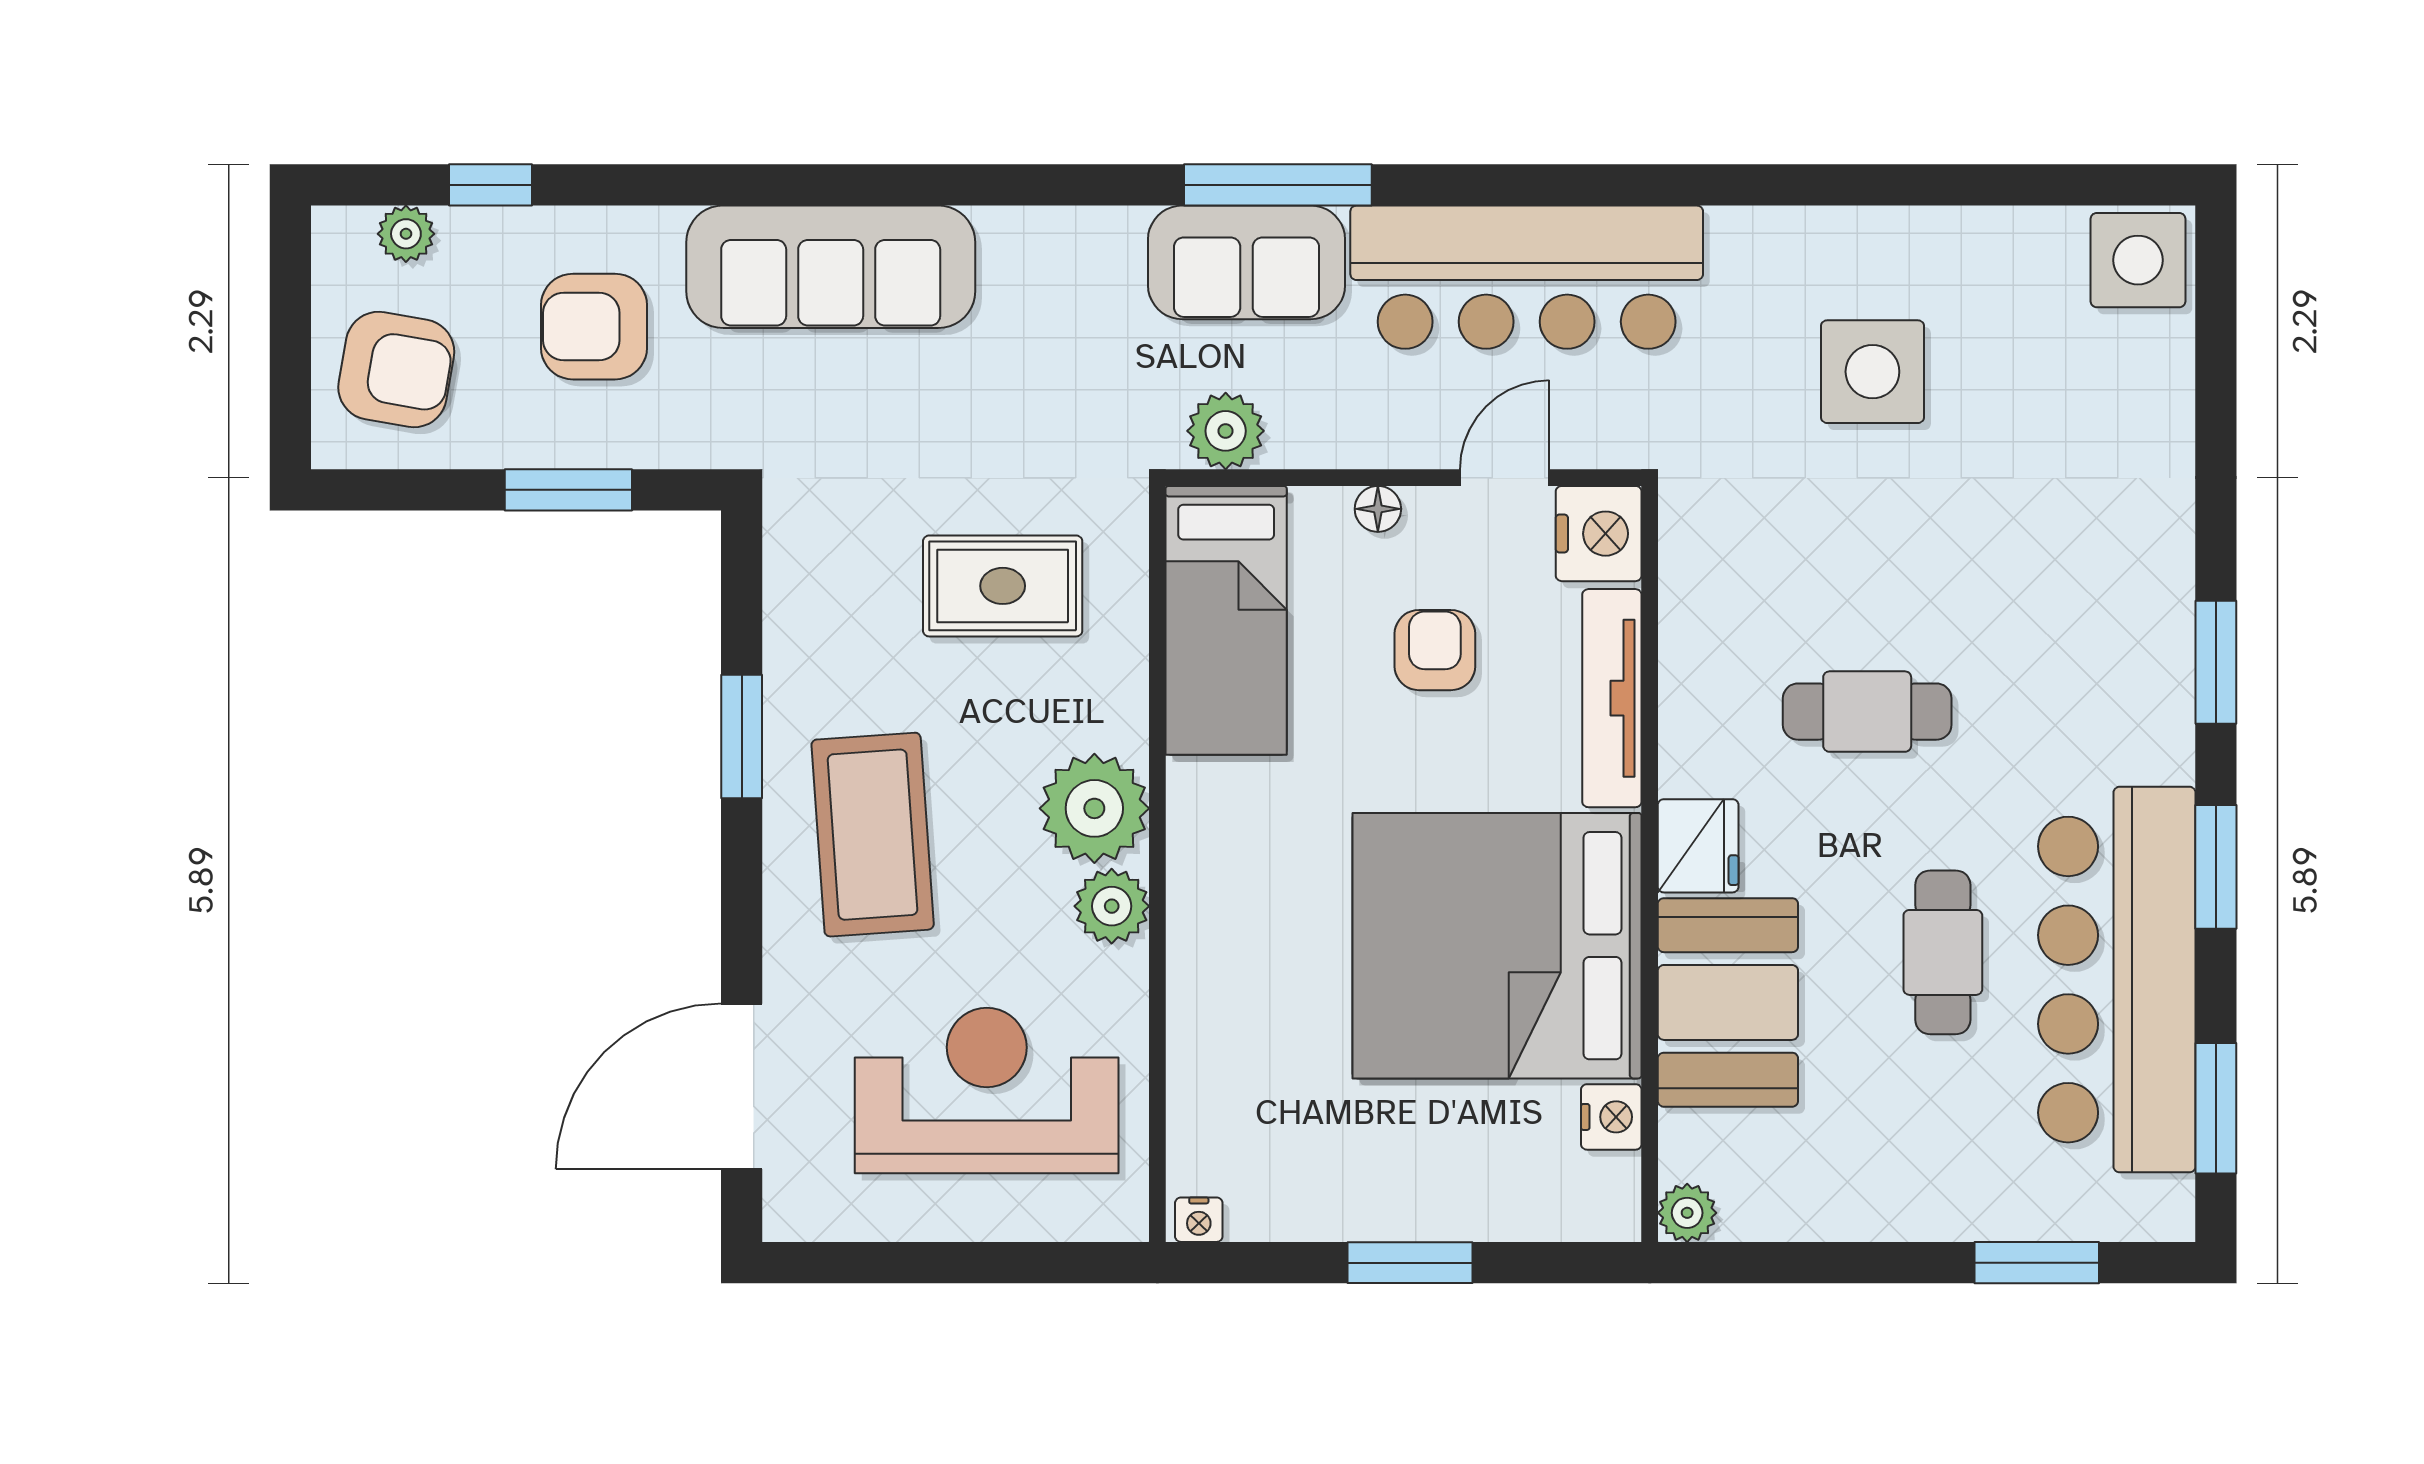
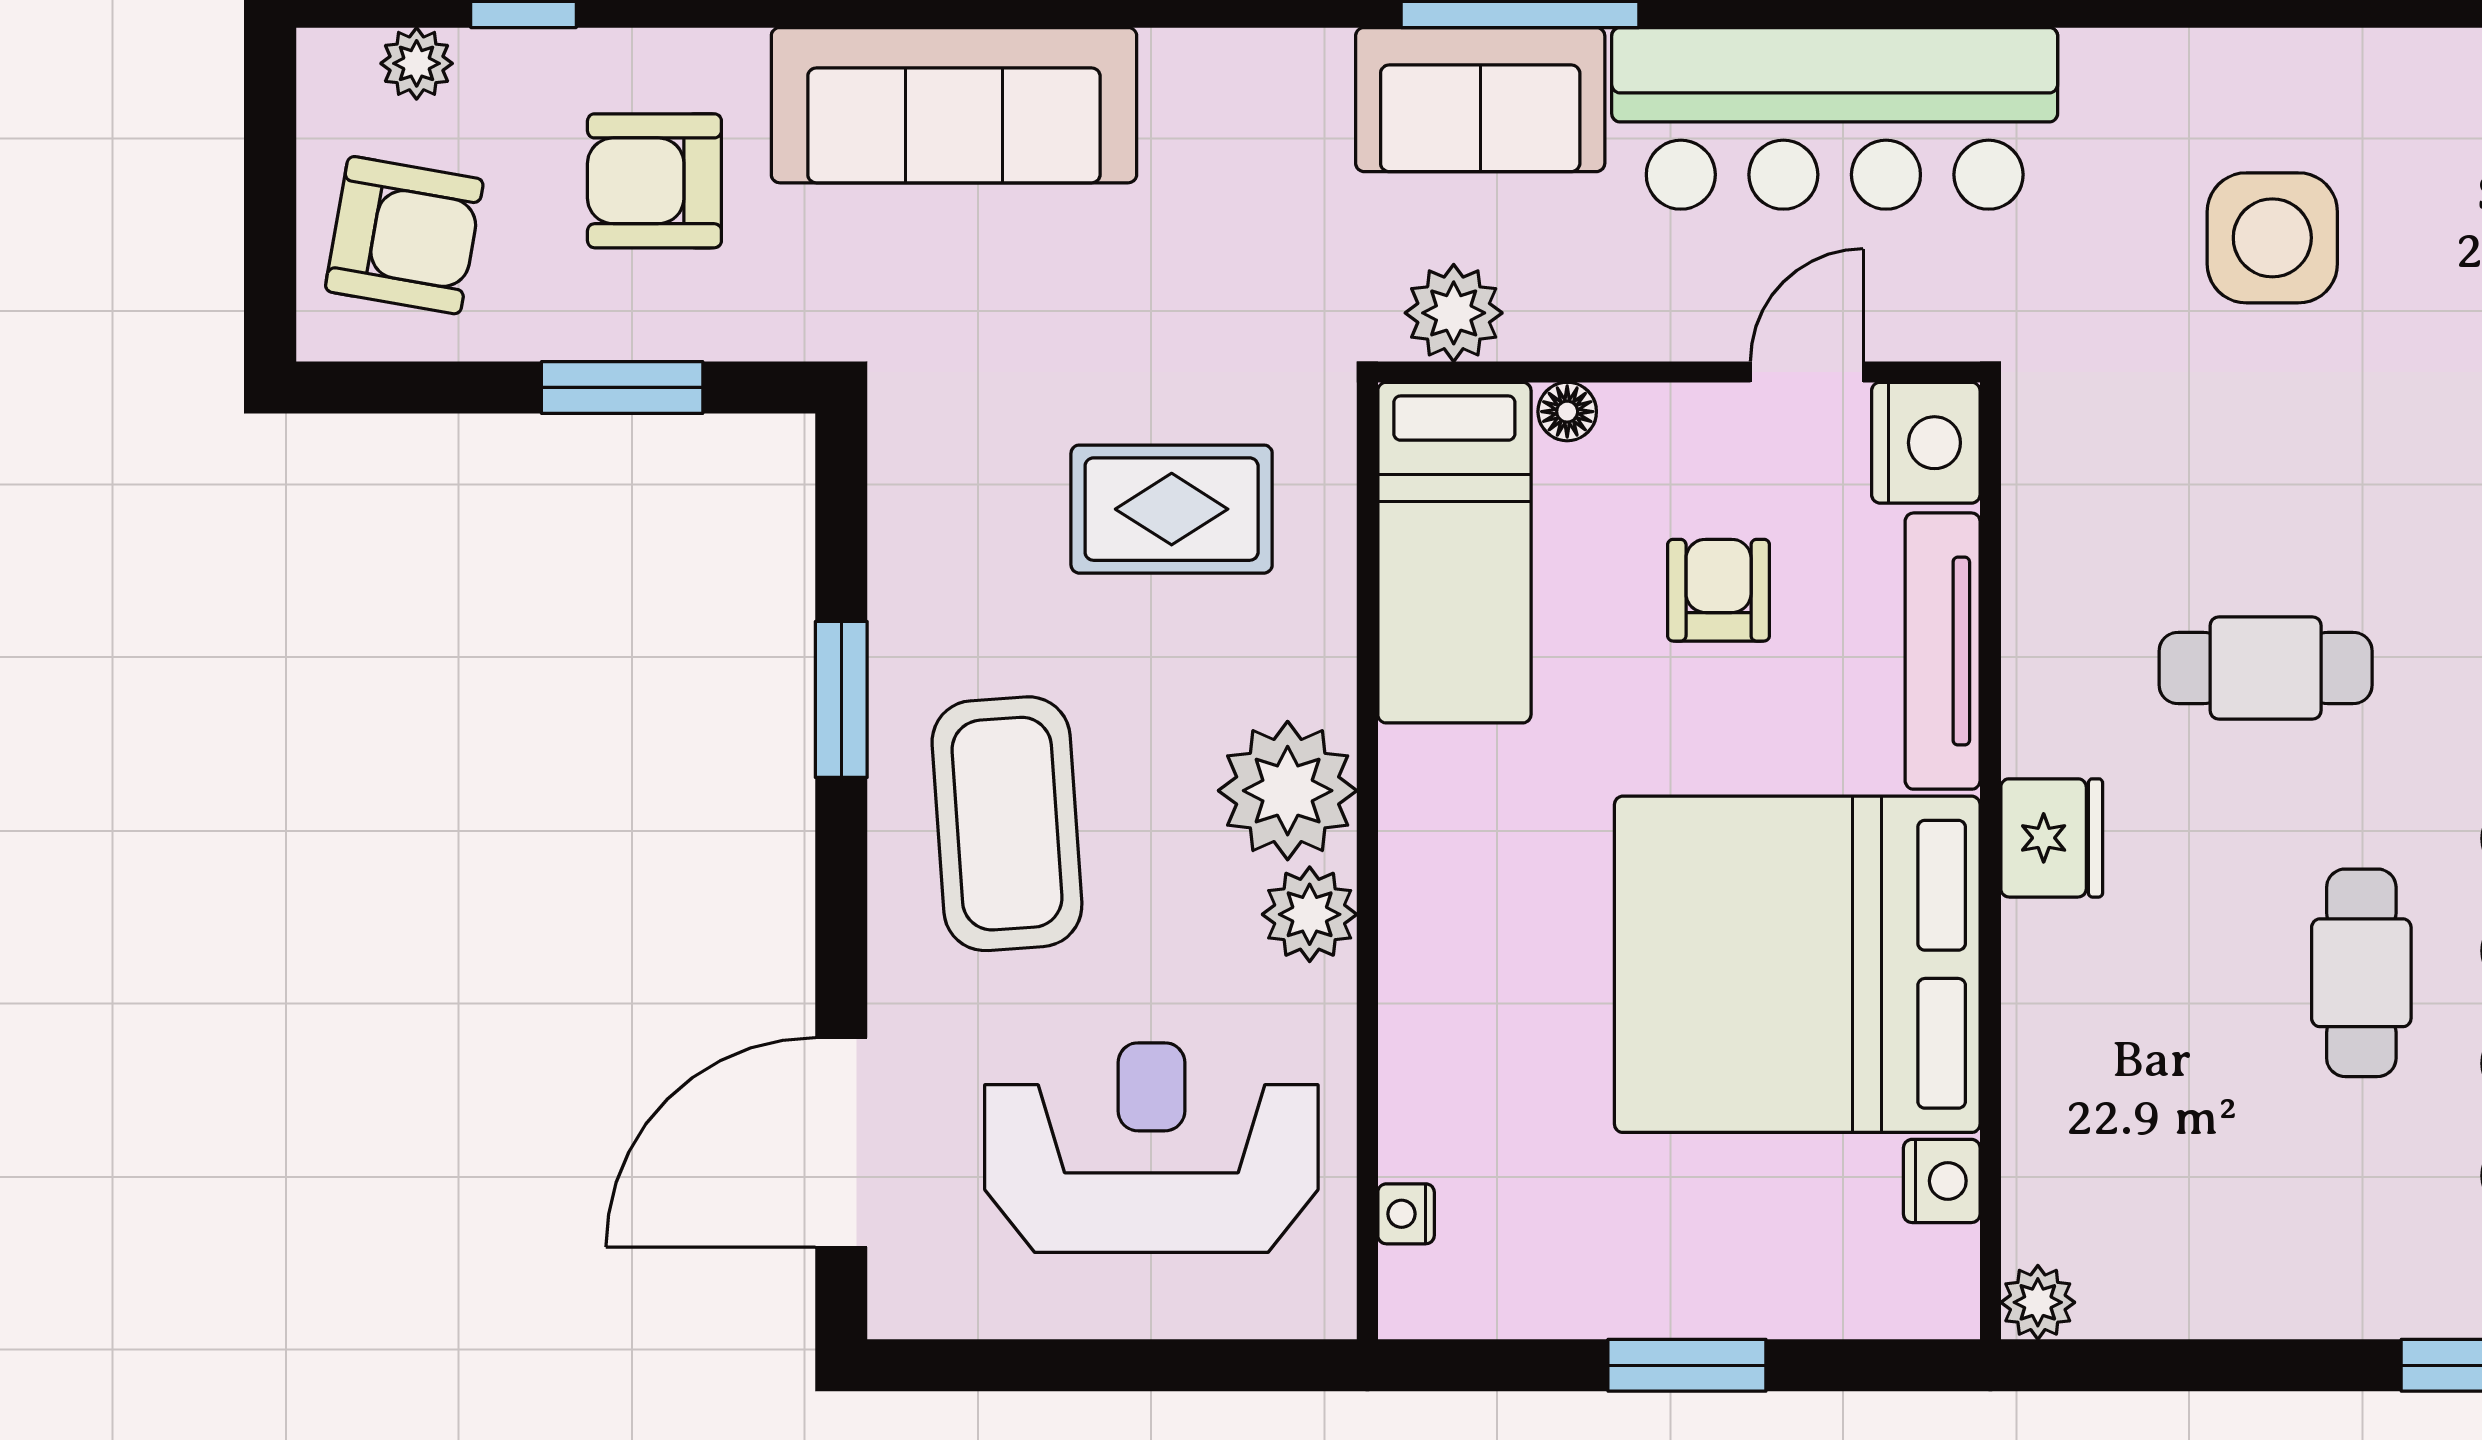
floor lamp: (1378, 509) -> (1567, 412), moved
booth: (1728, 1002) -> (2089, 1036), removed
nightstand: (1199, 1220) -> (1406, 1214), moved, turned 90

